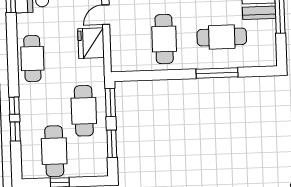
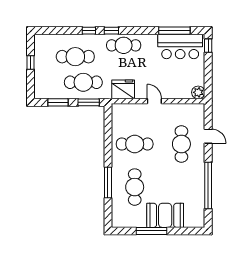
fridge: (91, 43) -> (123, 89), moved
window: (15, 131) -> (111, 31), moved
cafe table: (54, 151) -> (75, 57), moved

